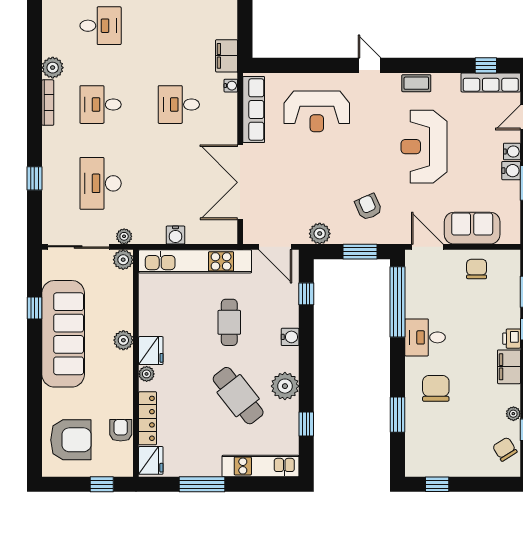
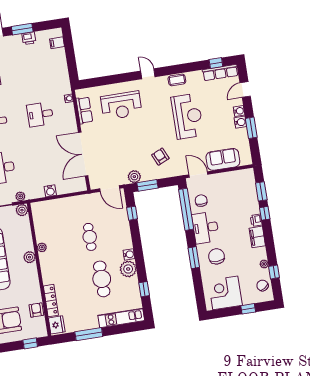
filing cabinet: (227, 56) -> (63, 81), removed
row of seats: (254, 110) -> (84, 110), width x0.68
reception desk: (424, 147) -> (187, 116), turned 180
window: (360, 252) -> (147, 185), moved
kitchen unit: (195, 261) -> (64, 204), removed
chair: (477, 269) -> (201, 201), moved
water cooler: (290, 337) -> (129, 254), moved
desk: (425, 337) -> (206, 228), width x1.37
fridge: (151, 351) -> (47, 261), removed
plant: (147, 374) -> (42, 247), moved
cafe table: (238, 396) -> (102, 279), turned 38
window: (397, 415) -> (194, 258), moved
corner desk: (441, 452) -> (225, 293), added
window: (437, 484) -> (248, 309), moved

